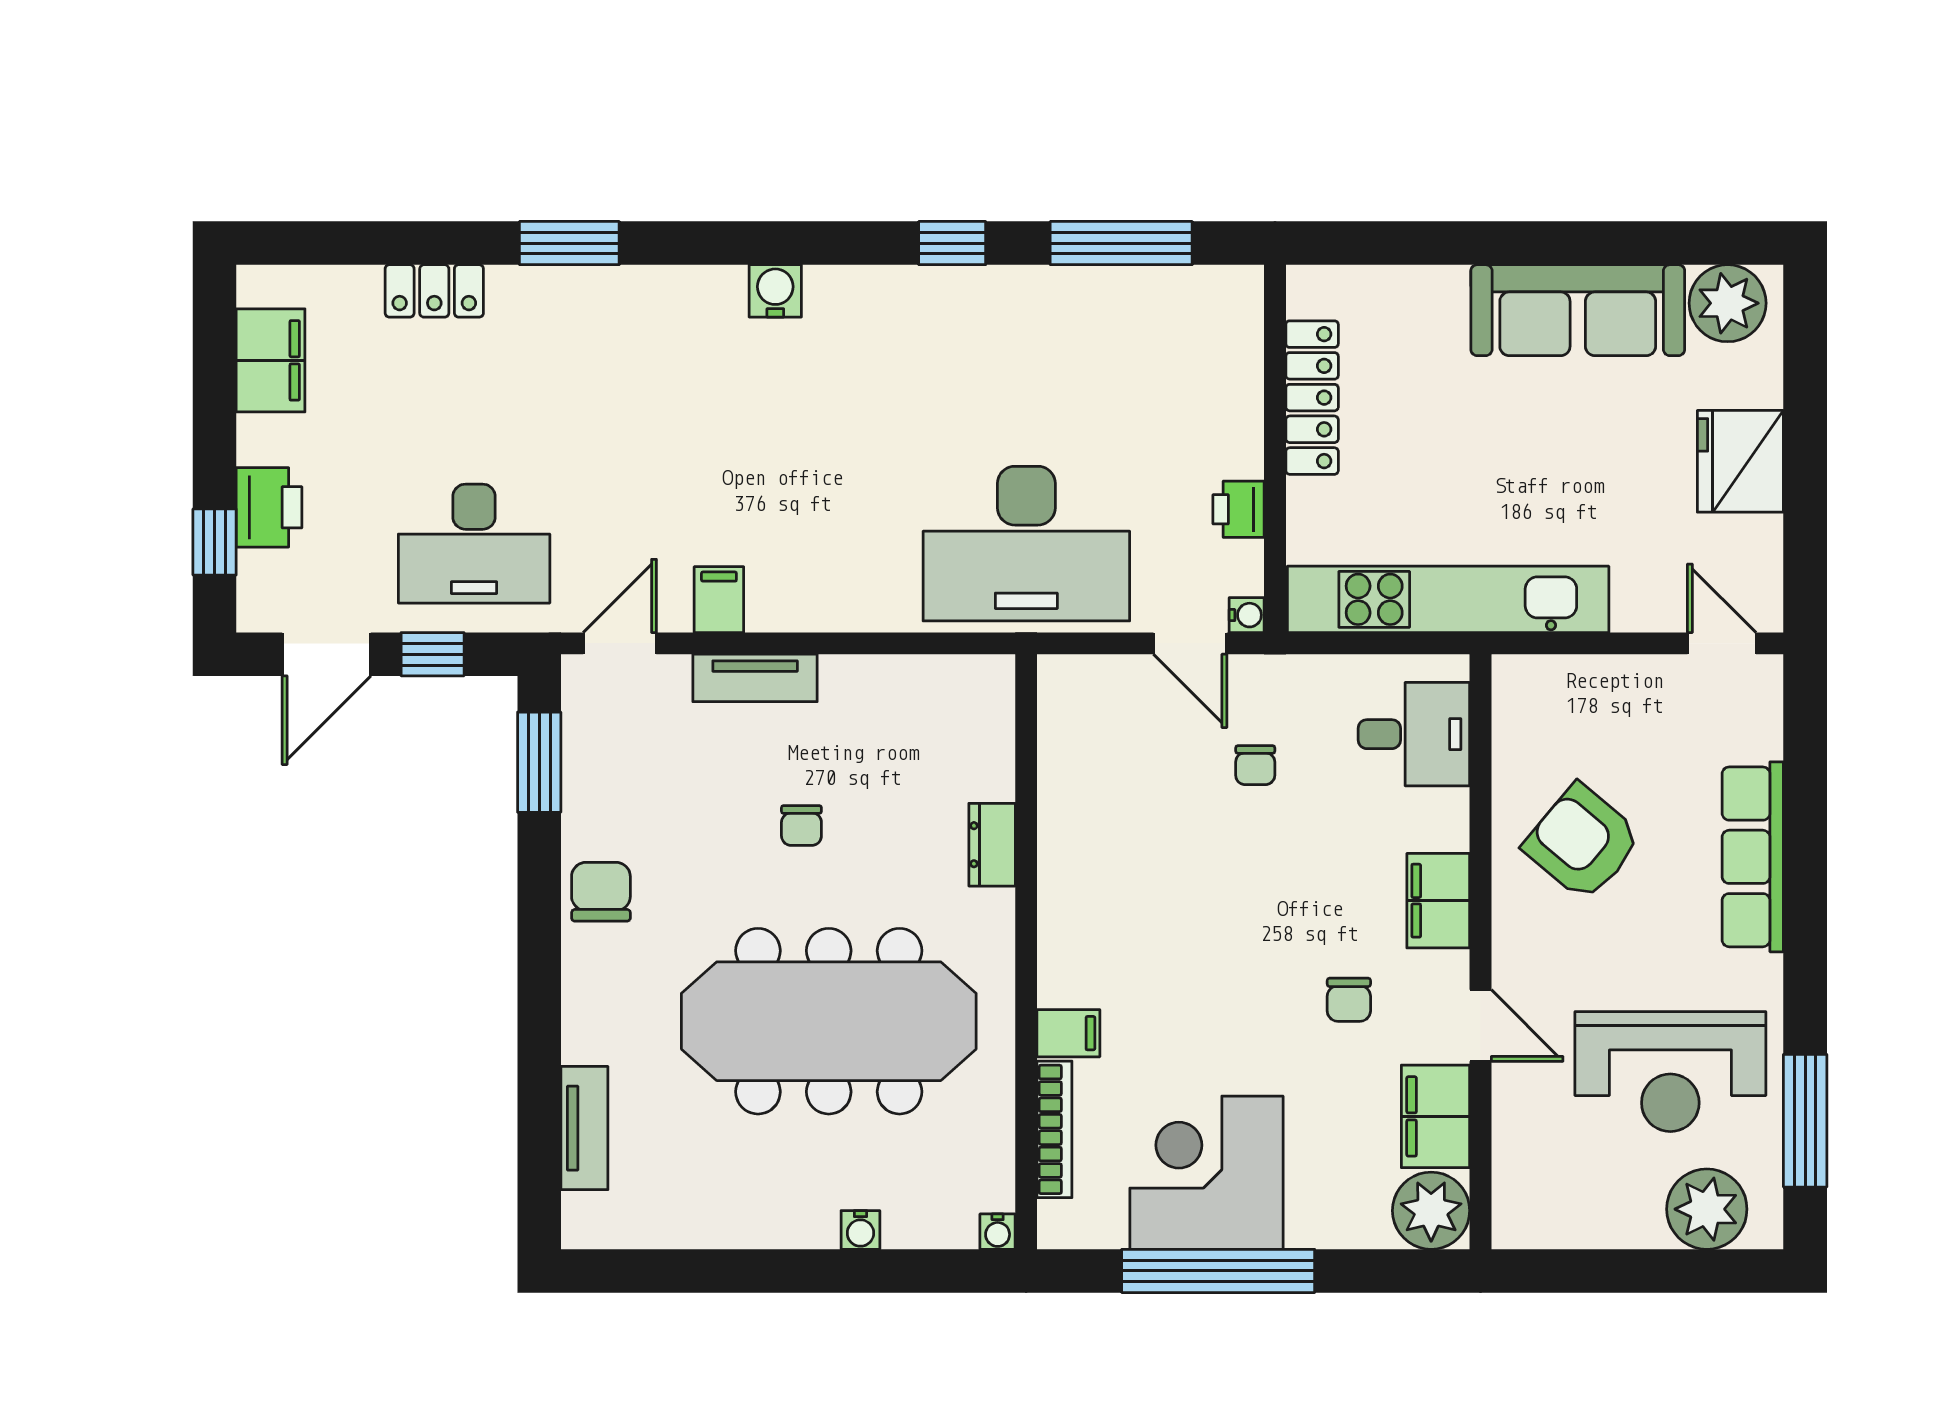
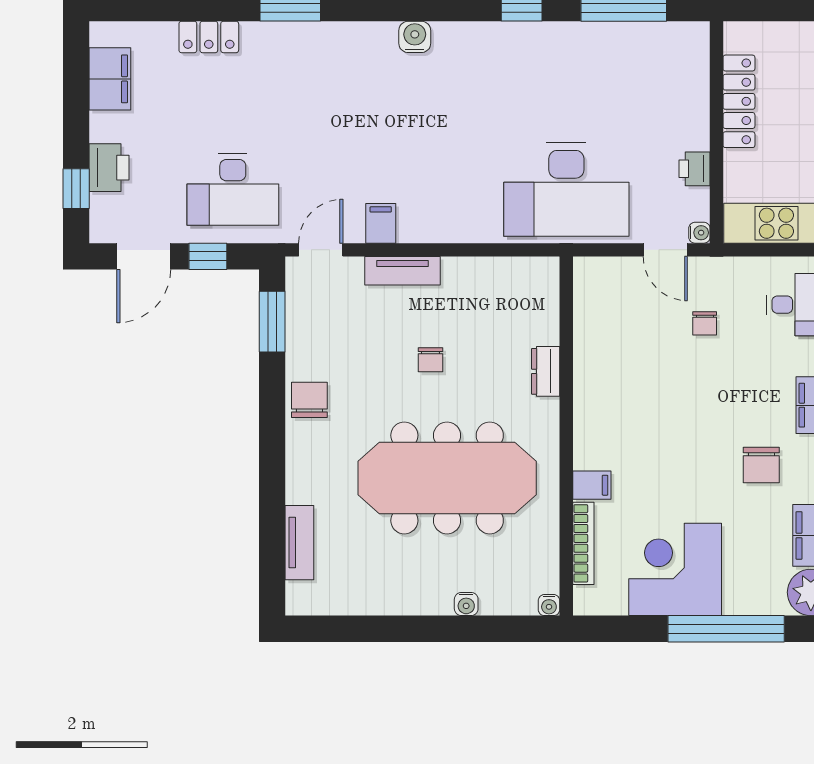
chair: (1349, 1000) -> (761, 465), width x1.37, depth x1.37
window: (1218, 1271) -> (726, 629), moved

